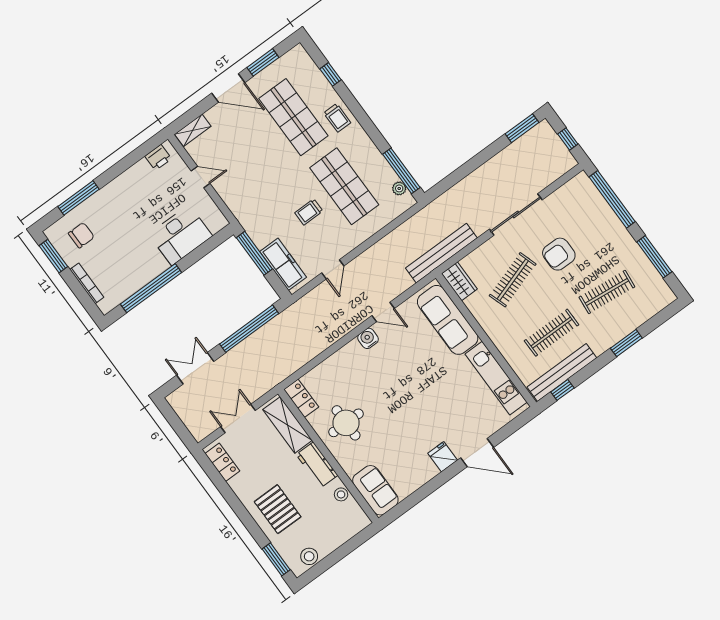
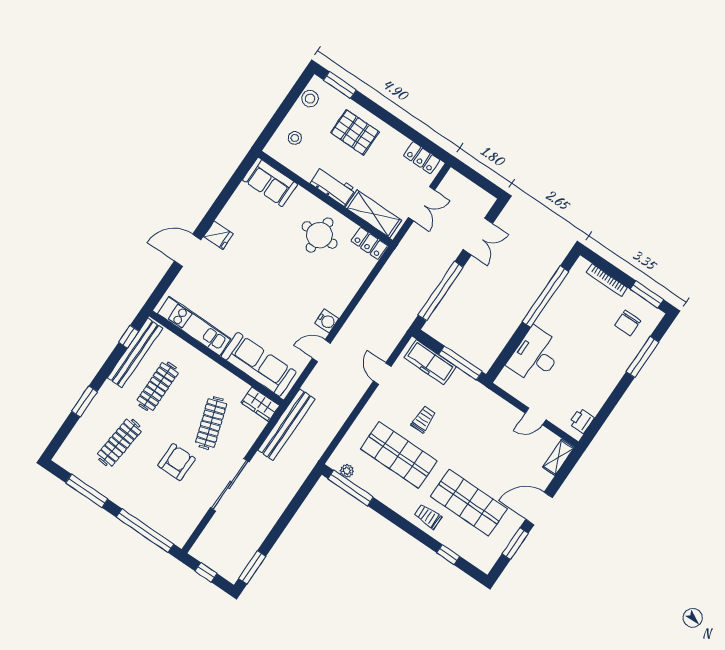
stool: (341, 494) -> (295, 138), moved

